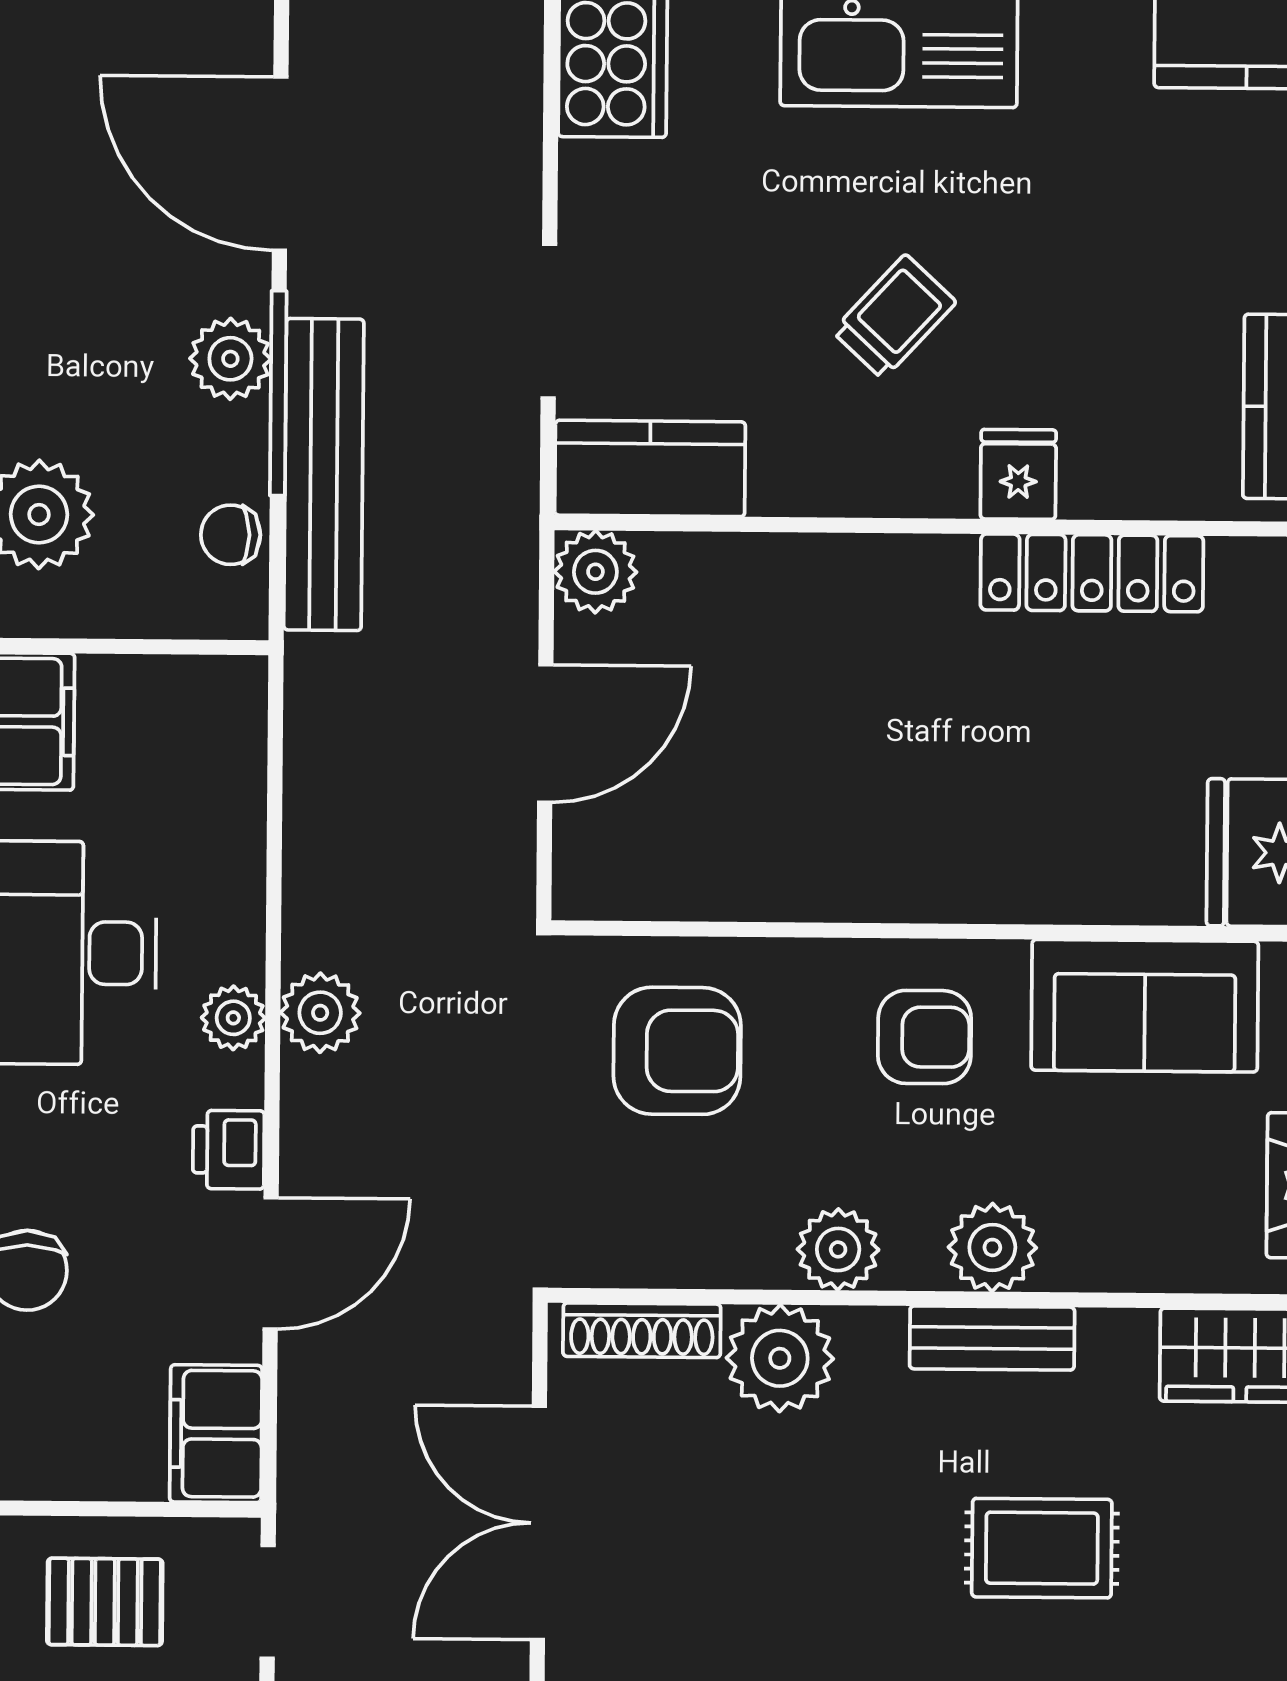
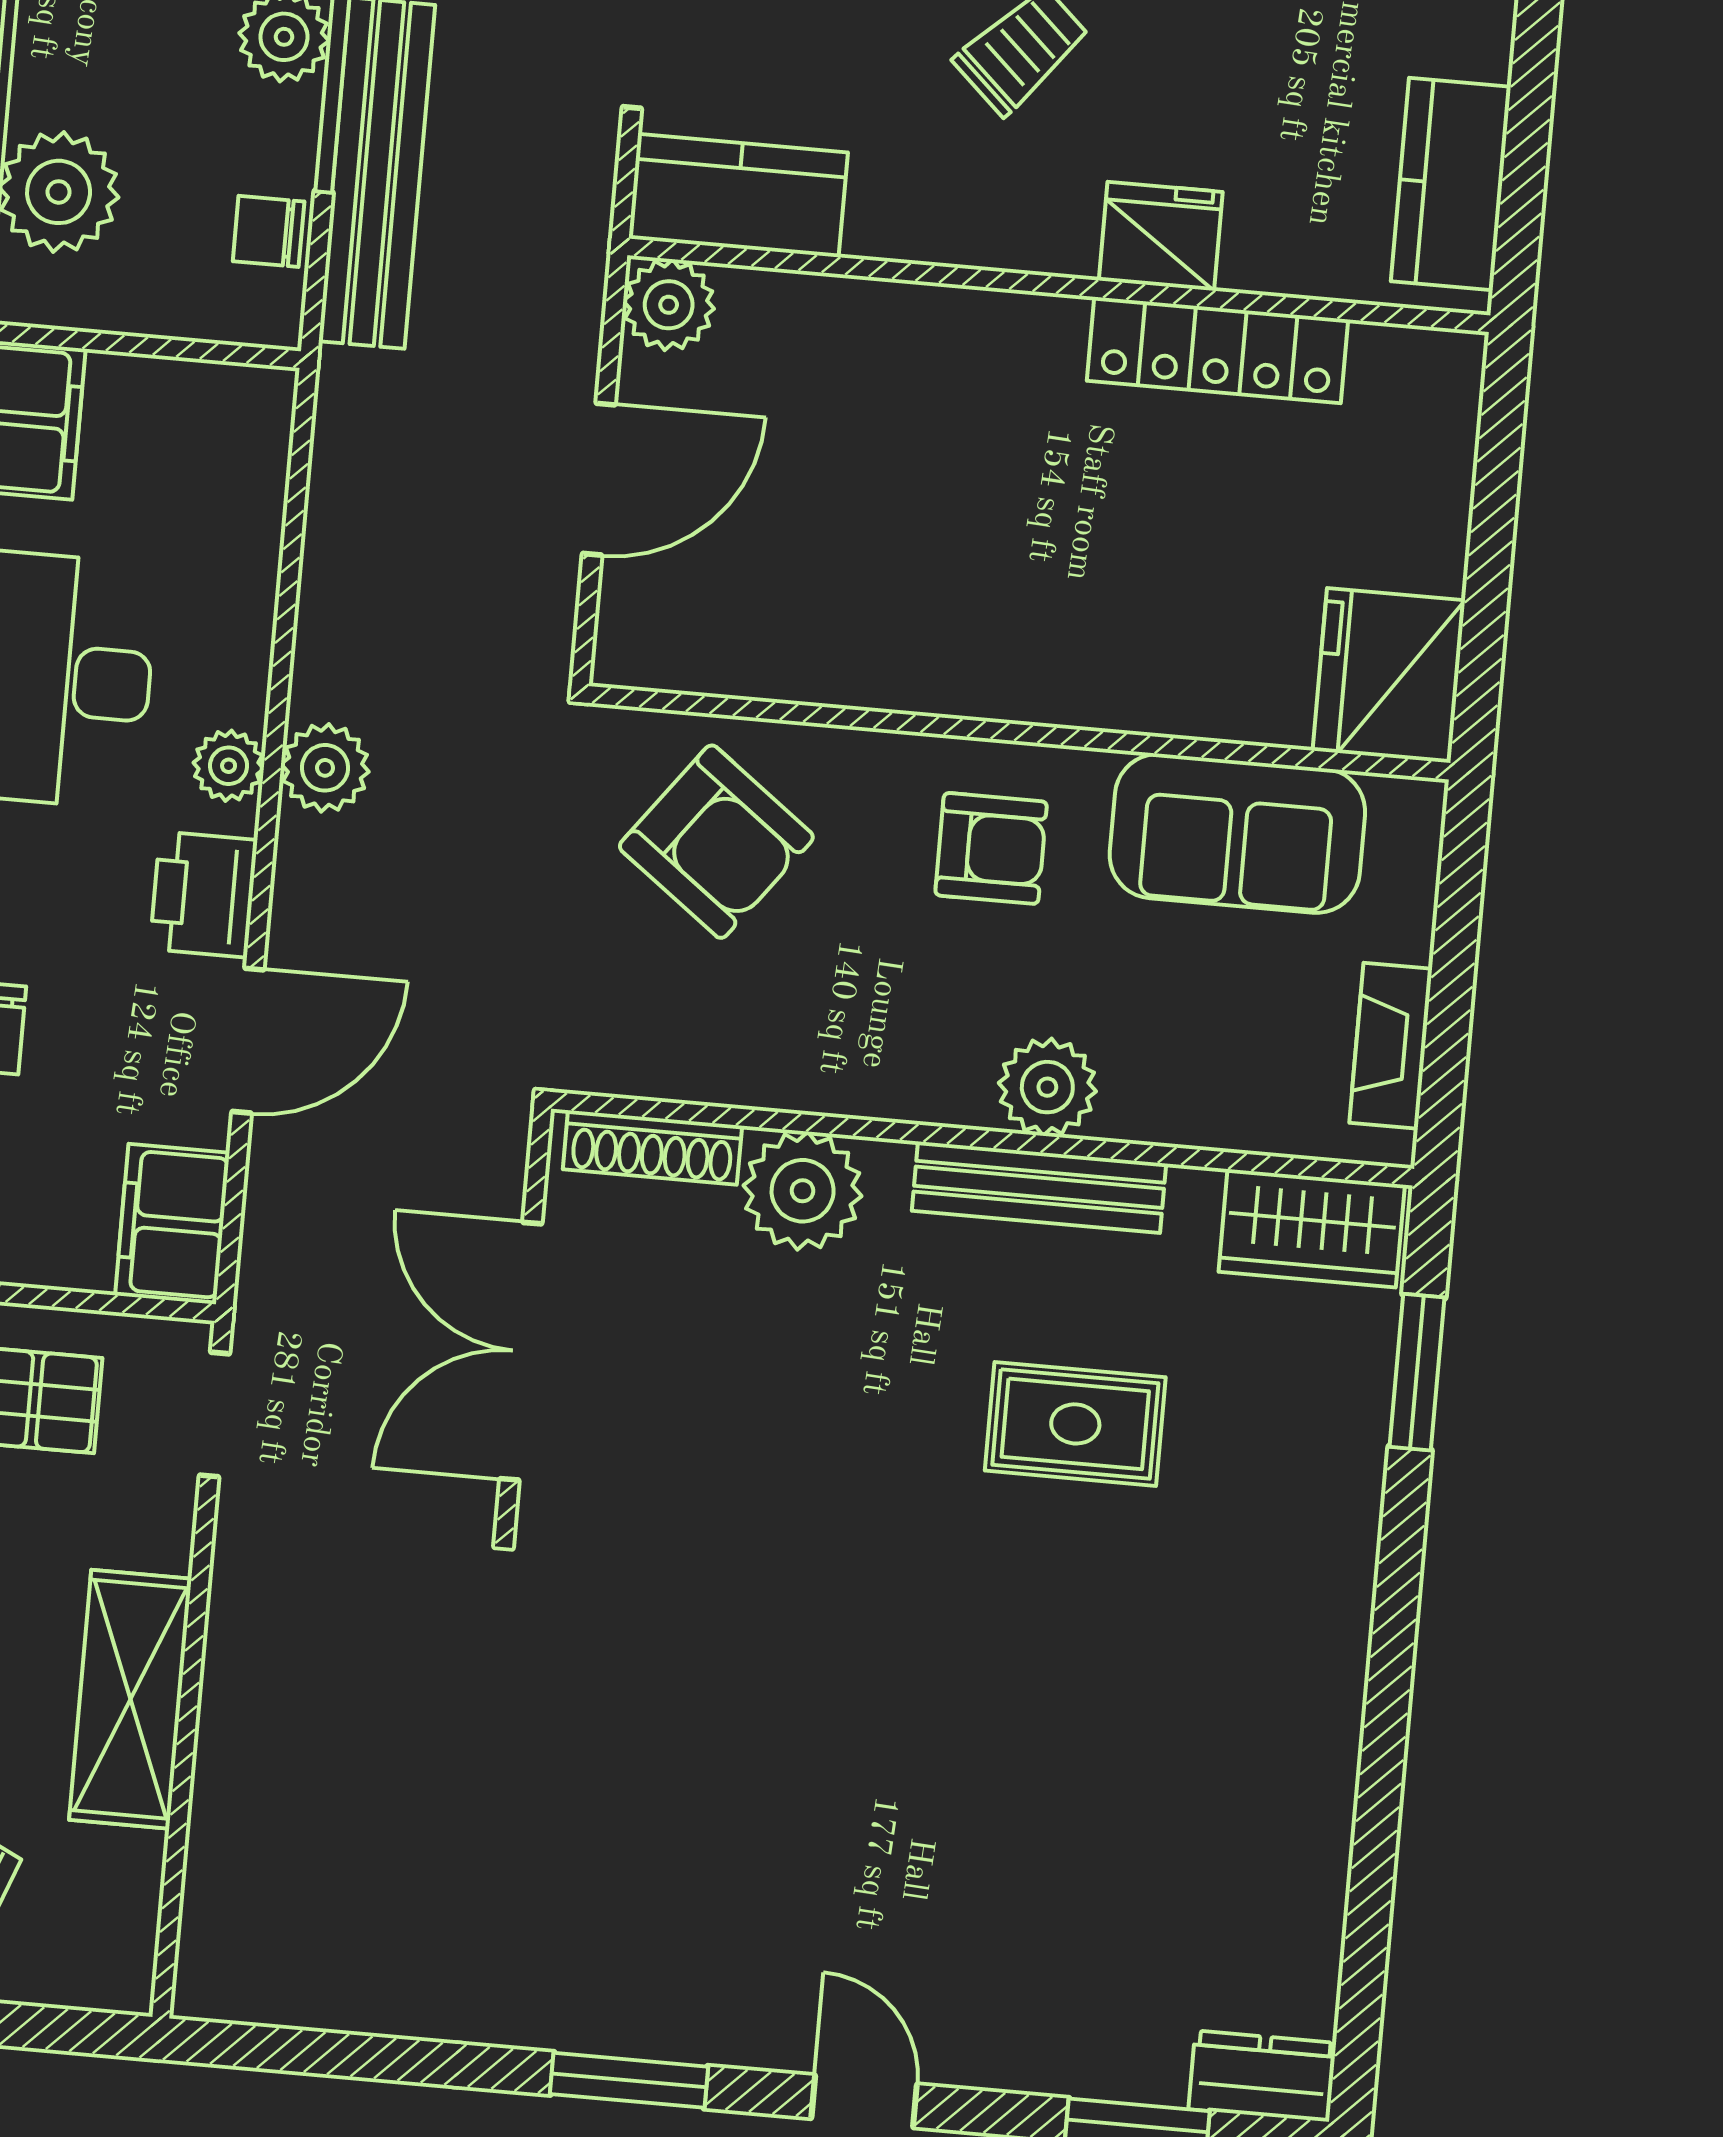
fridge: (1018, 474) -> (1161, 236), width x1.38
armchair: (677, 1051) -> (716, 842), turned 37
printer: (229, 1150) -> (204, 894), width x1.36, depth x1.24
plant: (838, 1249) -> (877, 1076), removed
bench: (992, 1338) -> (1039, 1187), width x1.36

